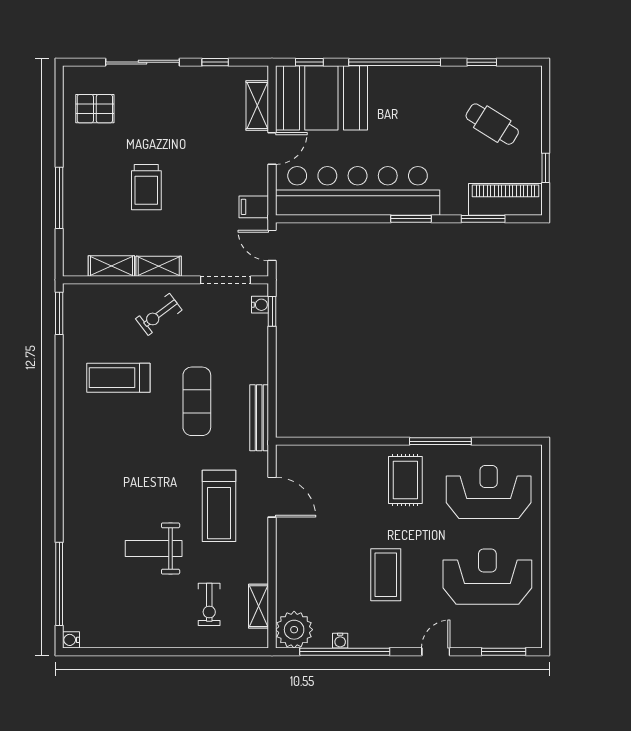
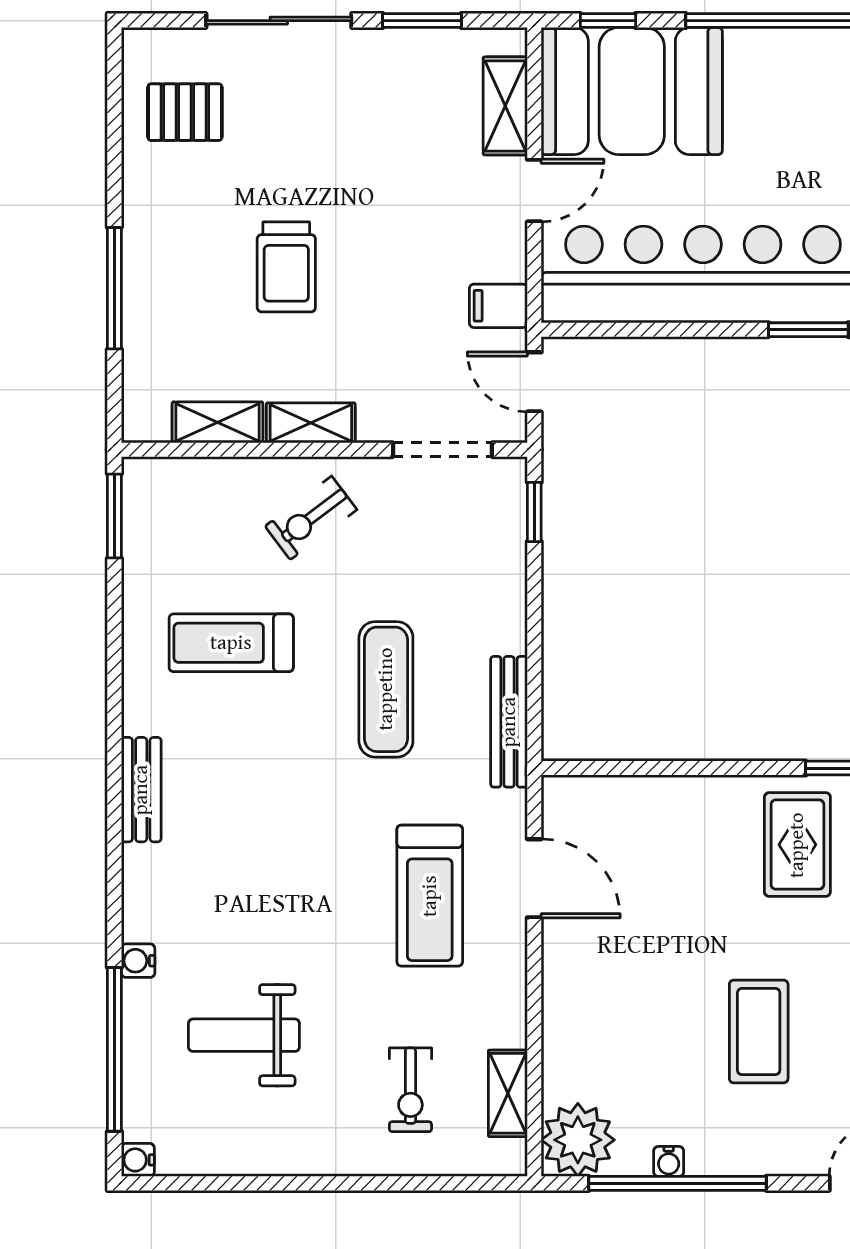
window: (215, 62) -> (422, 21), width x1.50
water cooler: (260, 305) -> (138, 961), moved, turned 180
bench: (73, 452) -> (141, 790), added
weight bench: (154, 549) -> (244, 1035), moved

